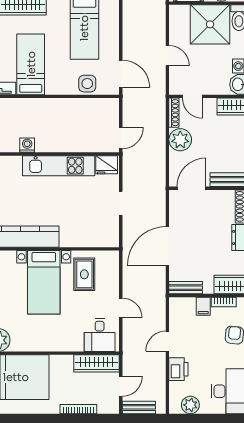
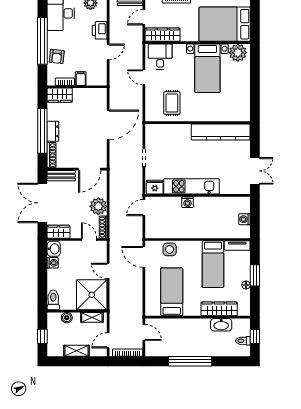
shower: (210, 24) -> (92, 295), moved
washing machine: (27, 145) -> (188, 202), moved
bed with nightstands: (44, 282) -> (207, 68), moved, turned 180
bench: (186, 288) -> (94, 93), removed

